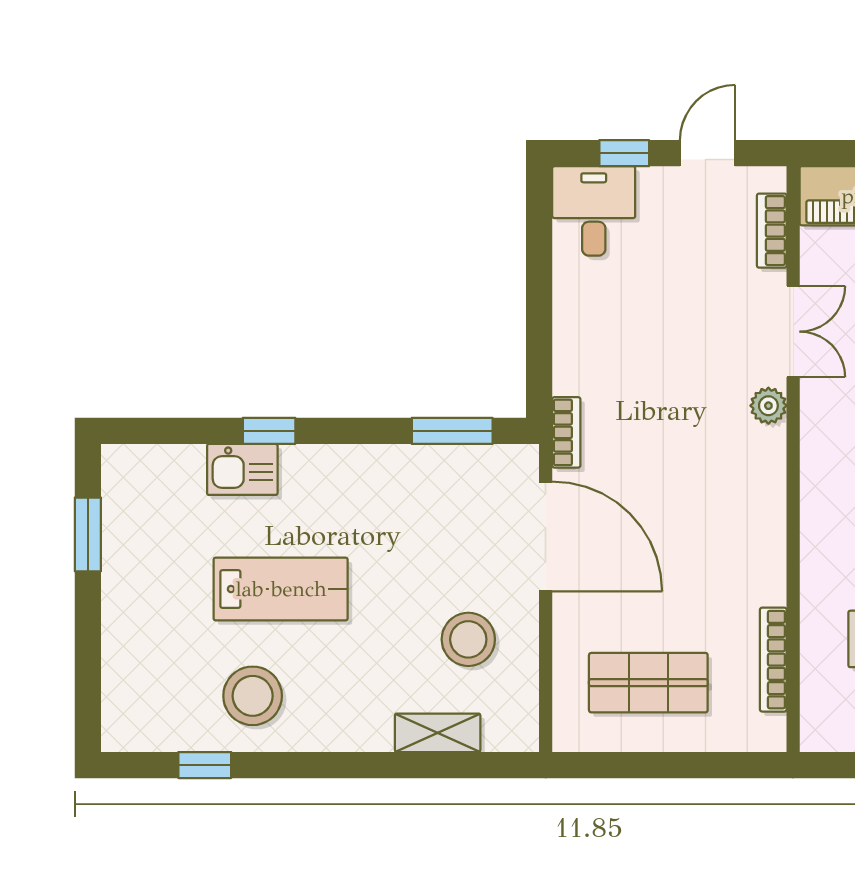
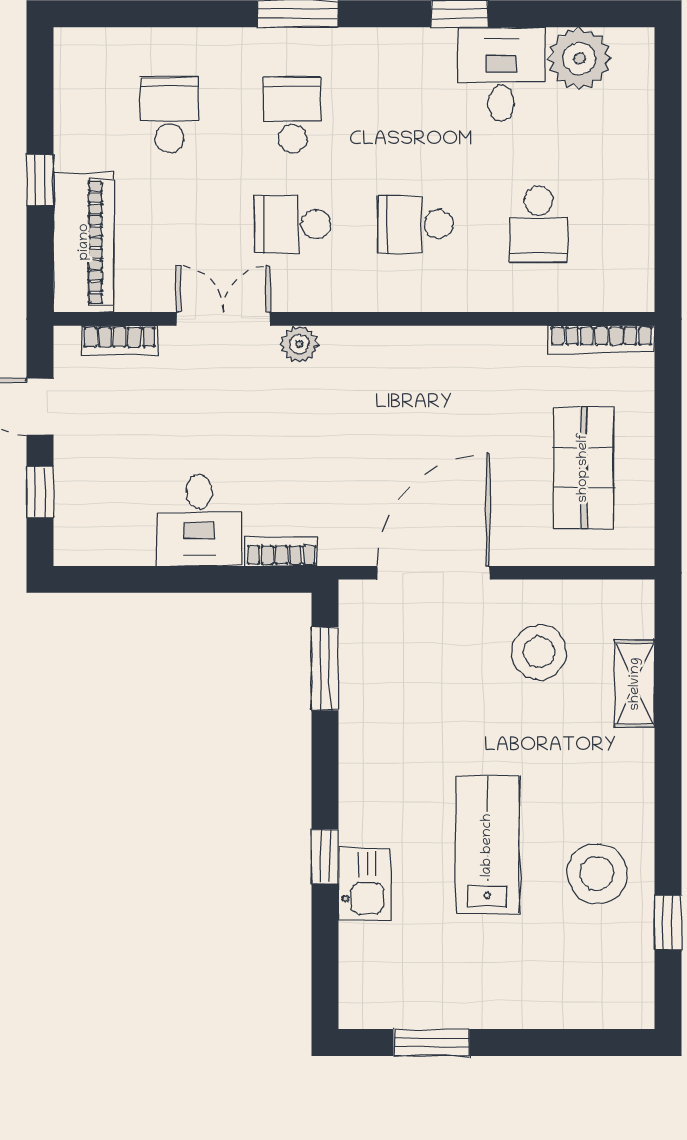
desk: (594, 211) -> (199, 520), moved, turned -90
bookcase: (566, 432) -> (281, 552), moved
bookcase: (773, 660) -> (601, 339), moved

